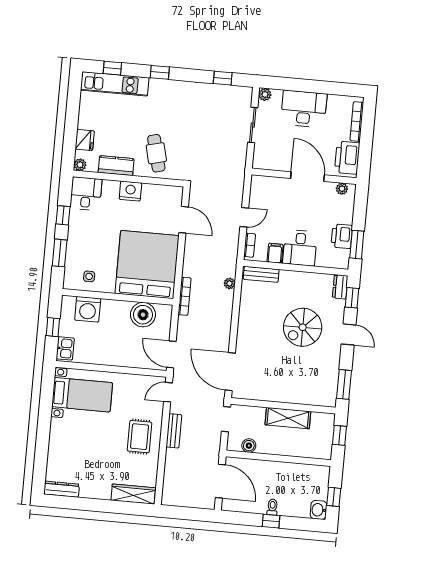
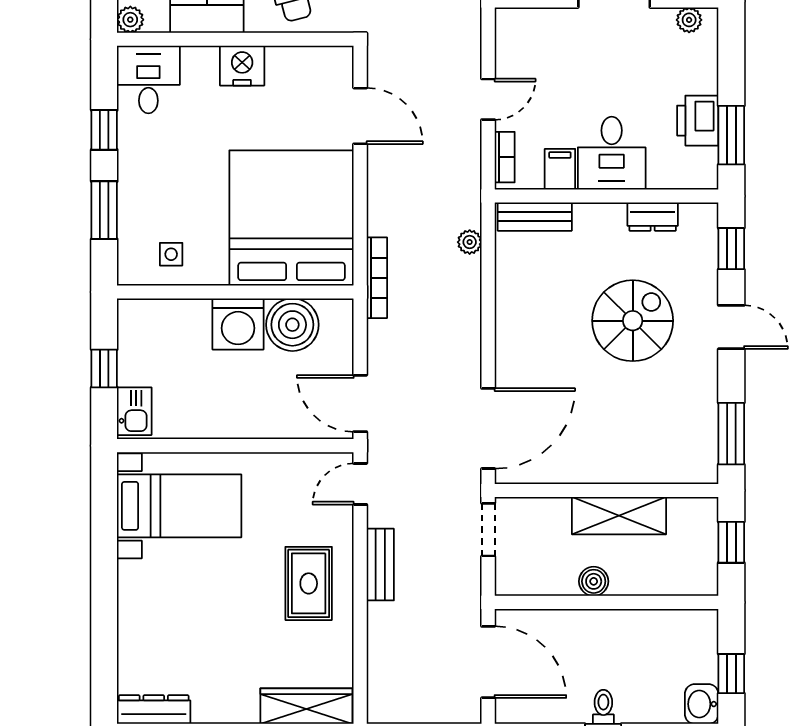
dresser: (340, 287) -> (653, 217), moved, turned -90
washing machine: (88, 309) -> (238, 324), moved
spiral stairs: (303, 327) -> (633, 321), turned 180
door: (230, 372) -> (488, 428), swing flipped
boiler: (249, 446) -> (594, 581), moved

